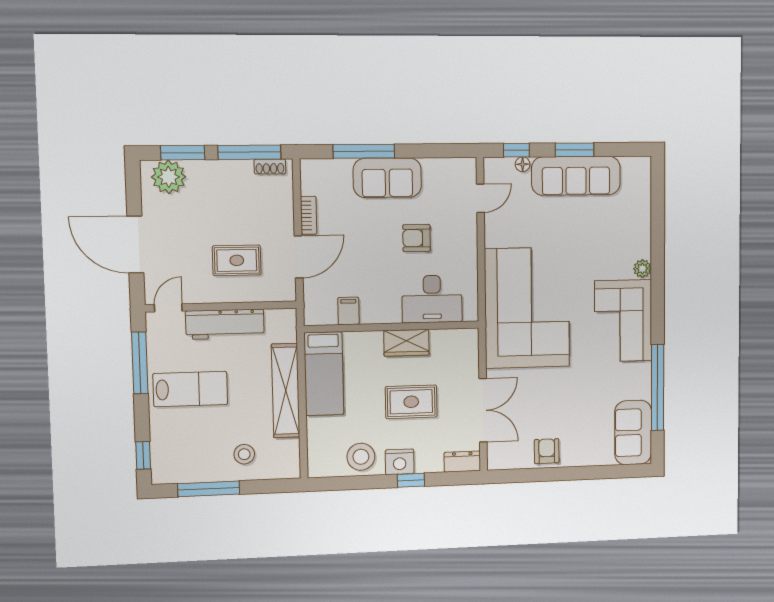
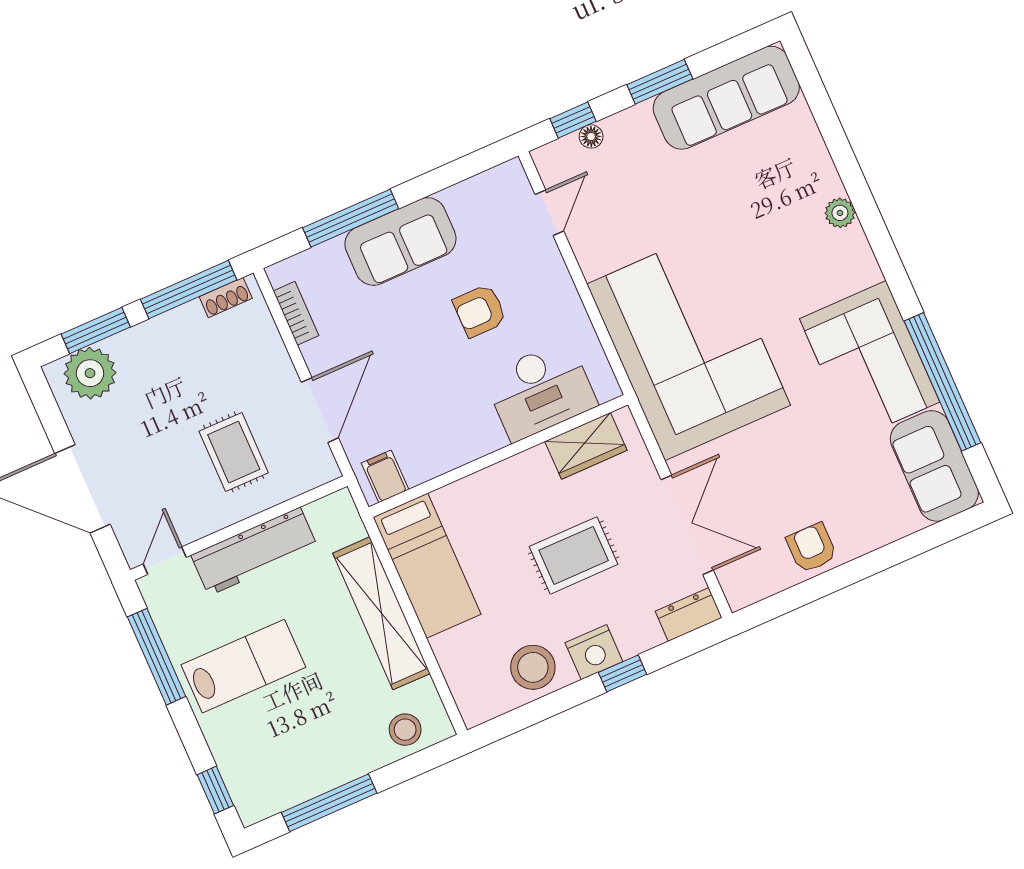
sofa: (576, 176) -> (726, 98), moved
bookcase: (309, 215) -> (296, 313), moved
rug: (237, 260) -> (234, 452), turned 90
filing cabinet: (348, 311) -> (385, 476), moved
corner sofa: (623, 321) -> (870, 360), moved
wardrobe: (406, 343) -> (586, 446), moved
stool: (244, 454) -> (405, 730), moved

